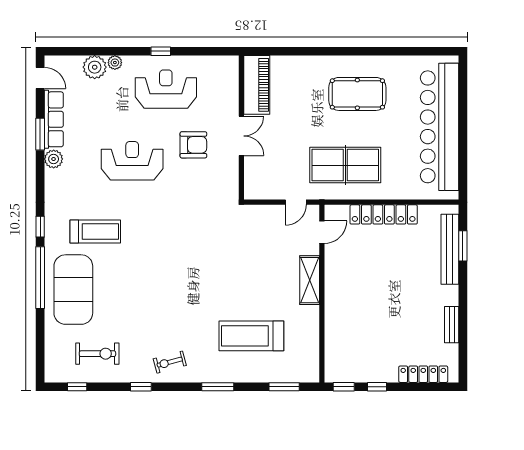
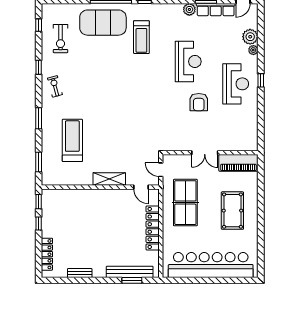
piano: (257, 85) -> (238, 163), moved
wall: (241, 128) -> (210, 153), moved
double door: (241, 136) -> (205, 153), moved

